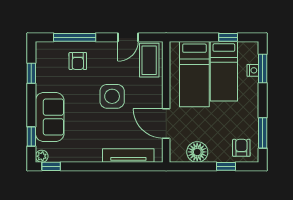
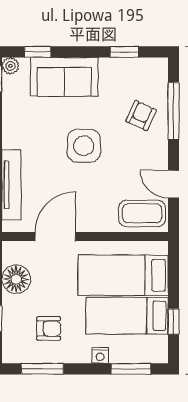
armchair: (78, 61) -> (141, 115), turned 115
nightstand: (253, 70) -> (100, 356), moved
side table: (112, 96) -> (84, 146), moved
armchair: (241, 148) -> (49, 328), moved

